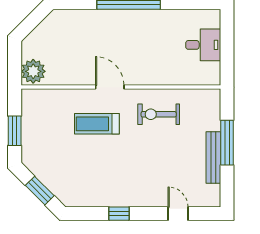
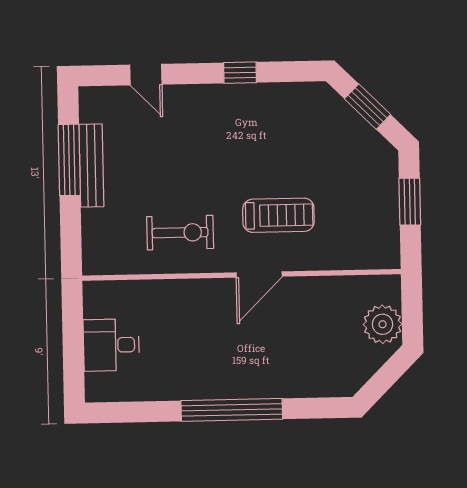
plant: (33, 71) -> (383, 324), moved
door: (110, 87) -> (259, 274), hinge flipped
window: (227, 143) -> (69, 160), moved

